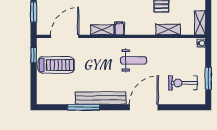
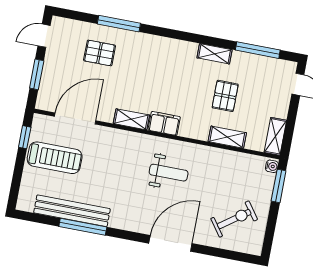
filing cabinet: (120, 28) -> (164, 123), width x2.00
window: (208, 79) -> (279, 186), moved
exercise bike: (183, 83) -> (234, 219), turned 144
bench: (101, 98) -> (72, 211), moved

